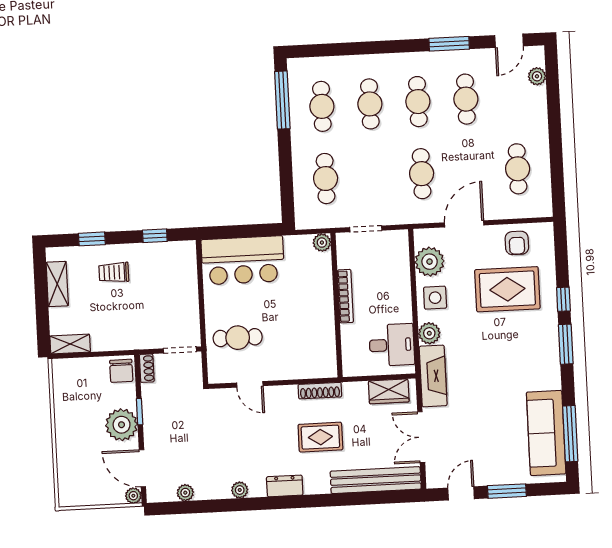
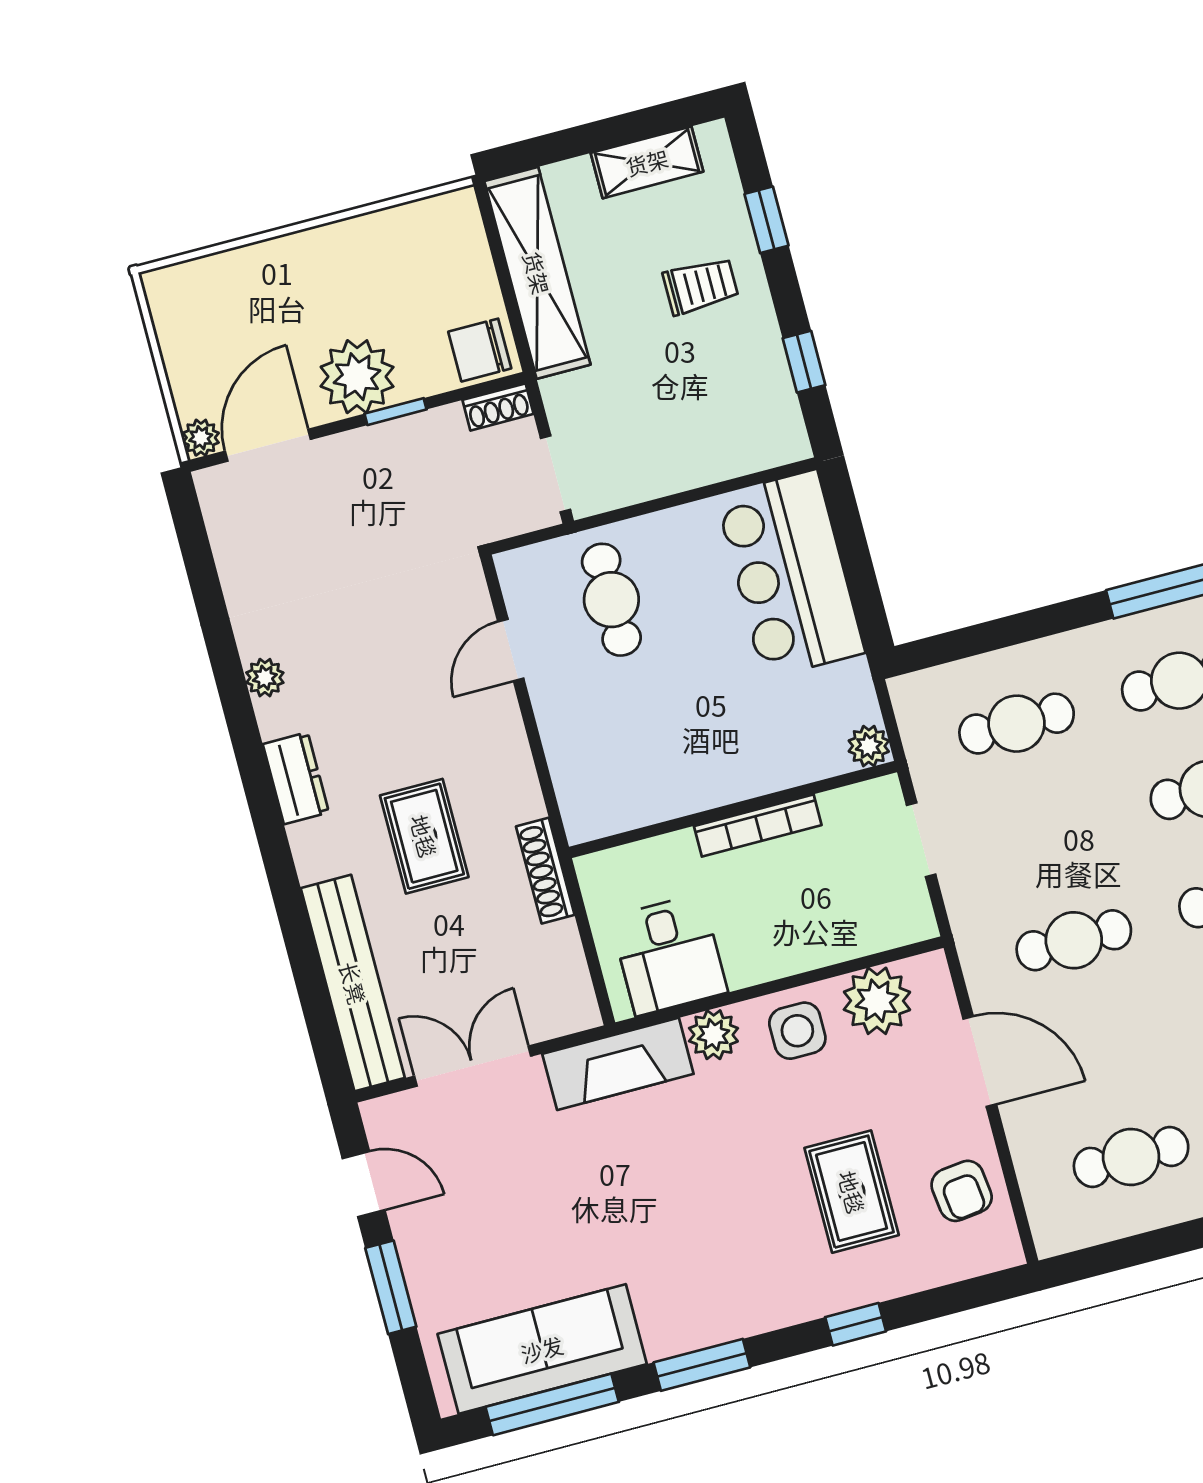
armchair: (517, 243) -> (962, 1191), turned -97
trolley: (114, 272) -> (701, 286), turned 90
rug: (507, 289) -> (852, 1192), width x0.73, depth x0.70
shelving: (70, 344) -> (537, 273), width x2.20, depth x1.33
window: (566, 344) -> (702, 1365), moved
shoe rack: (320, 391) -> (545, 871), moved
wardrobe: (389, 391) -> (561, 970), removed
plant: (185, 493) -> (233, 555), removed

